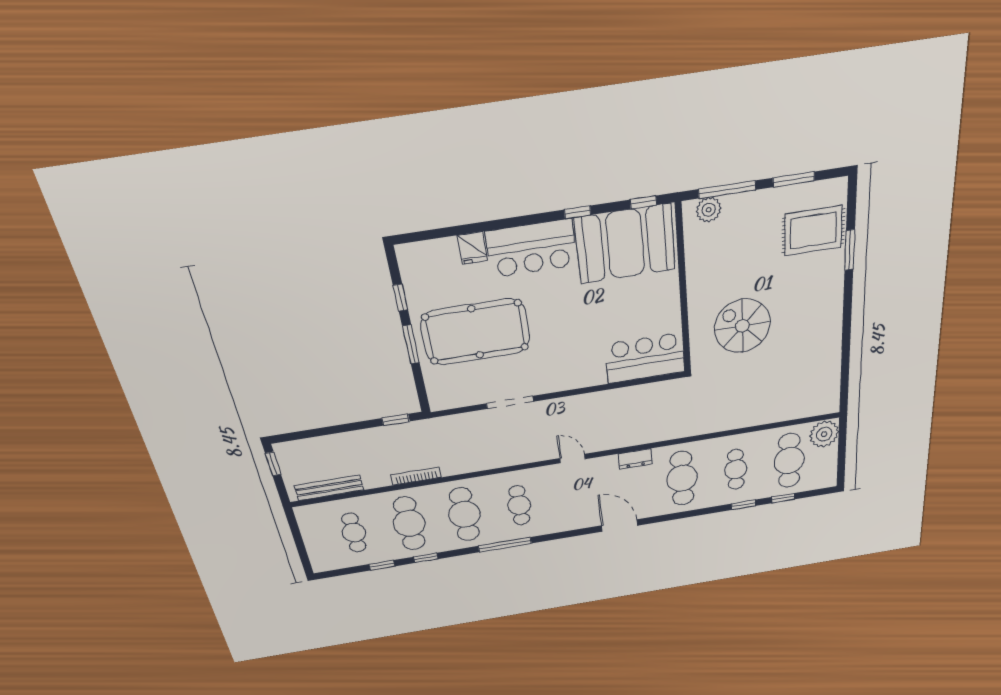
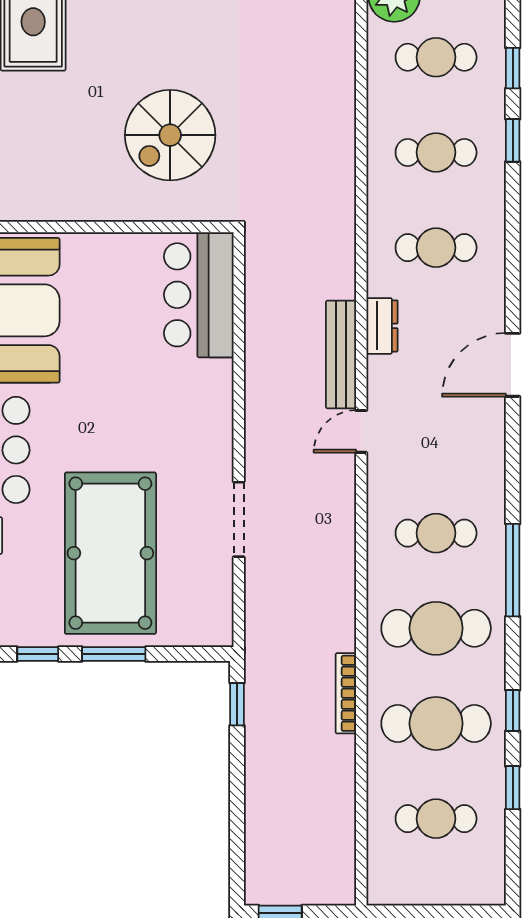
cafe table: (789, 461) -> (436, 57), width x0.73, depth x0.74
cafe table: (682, 478) -> (436, 248), width x0.73, depth x0.74
bench: (329, 488) -> (341, 354), moved

